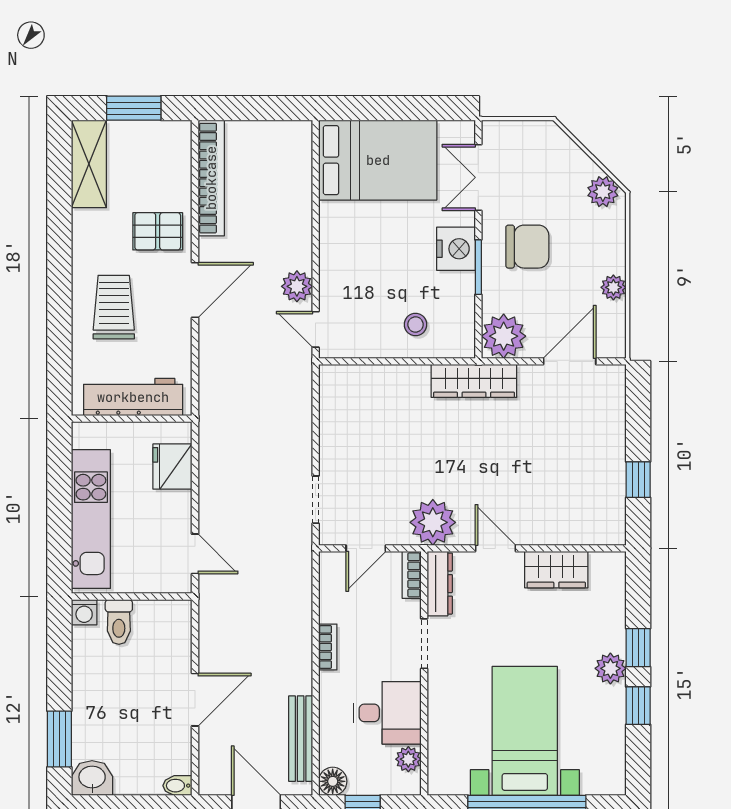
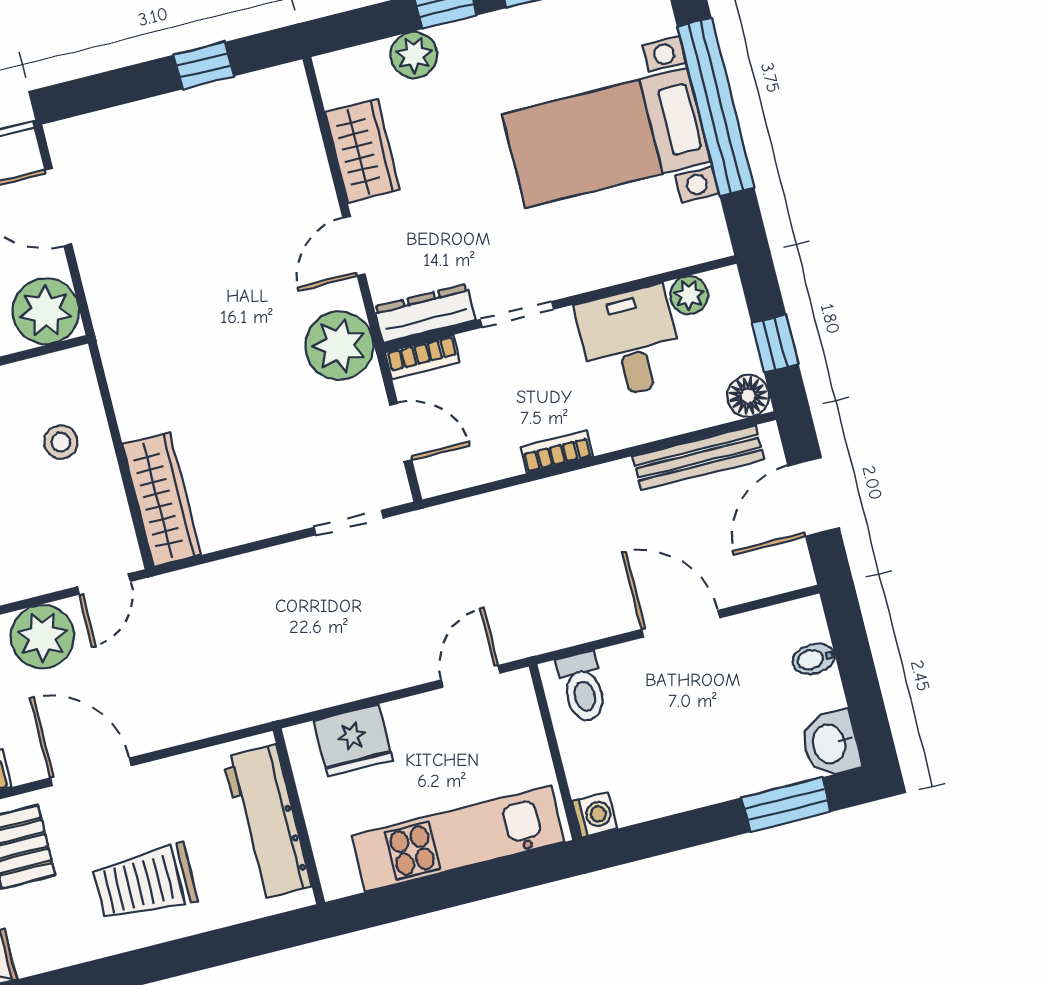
plant: (297, 286) -> (43, 637), width x1.36, depth x1.36
wardrobe: (474, 381) -> (162, 500), moved
toilet: (119, 622) -> (583, 687), moved, turned 90
plant: (610, 668) -> (414, 55), moved
bidet: (177, 786) -> (814, 659), moved, turned 90

